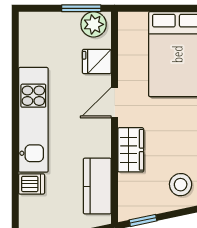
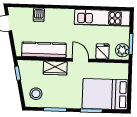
kitchen unit: (33, 120) -> (102, 18), moved
kitchen counter: (97, 186) -> (44, 50), width x1.50

